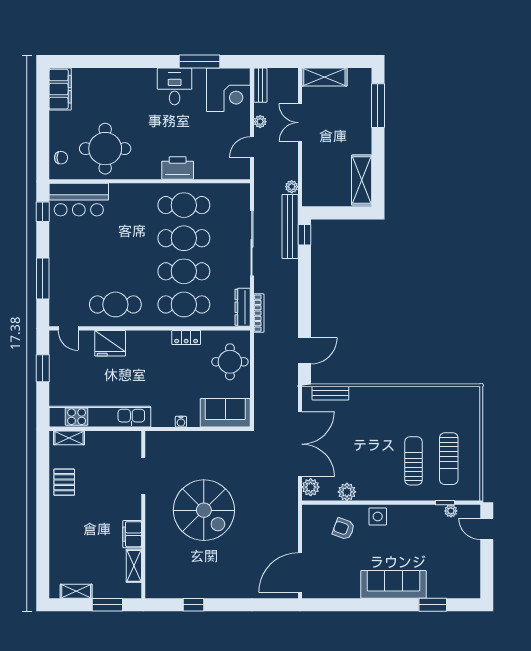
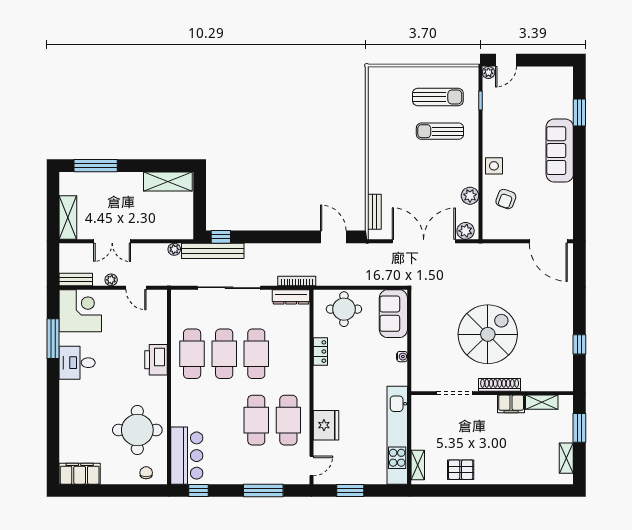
cafe table: (184, 304) -> (256, 420), moved
plant: (451, 511) -> (488, 72), moved
shoe rack: (152, 522) -> (500, 385), added

